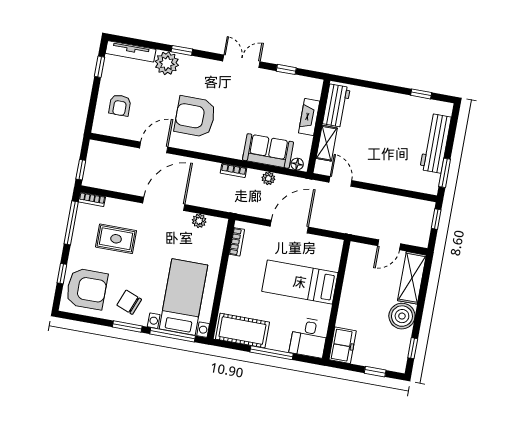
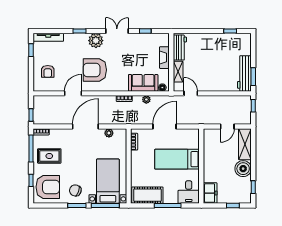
plant: (167, 63) -> (96, 41), moved
workbench: (436, 143) -> (244, 73), moved
rug: (116, 239) -> (49, 156), moved

